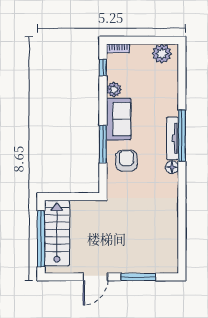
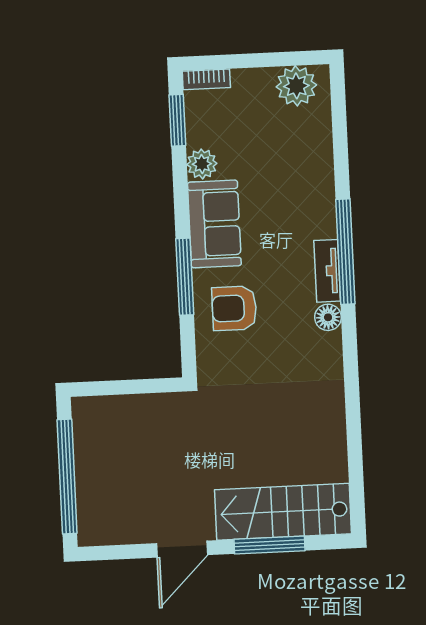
window: (103, 68) -> (177, 120), width x1.50
tv unit: (173, 138) -> (327, 271), width x0.71
armchair: (126, 161) -> (234, 308), turned -89
stairs: (57, 233) -> (283, 512), moved, turned -90

